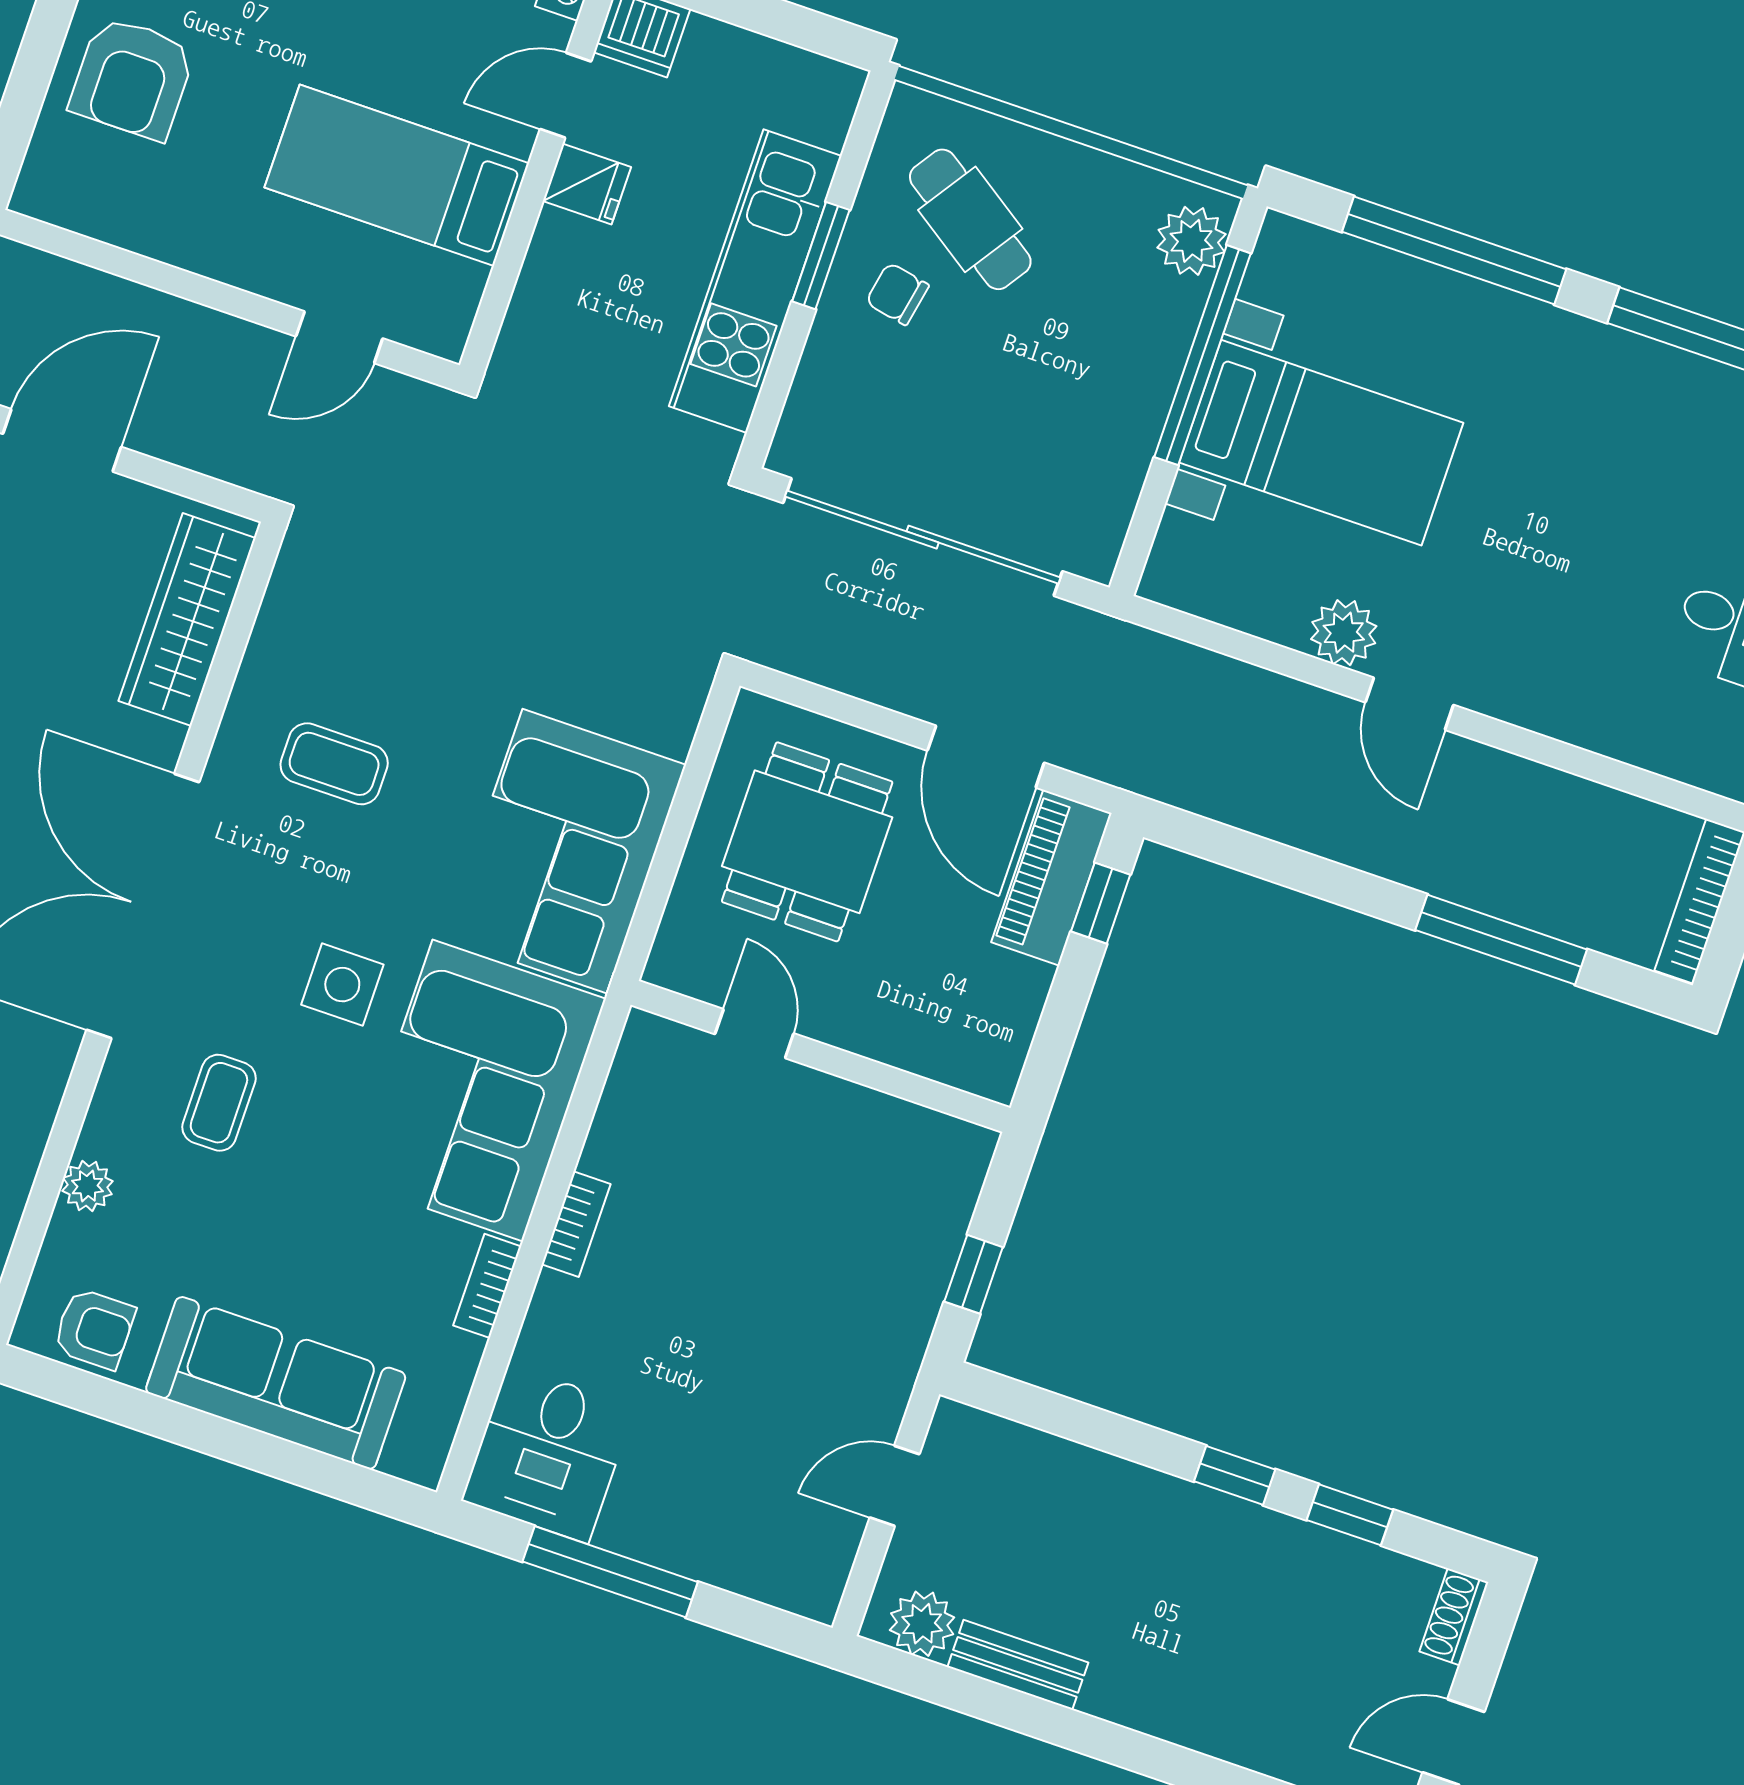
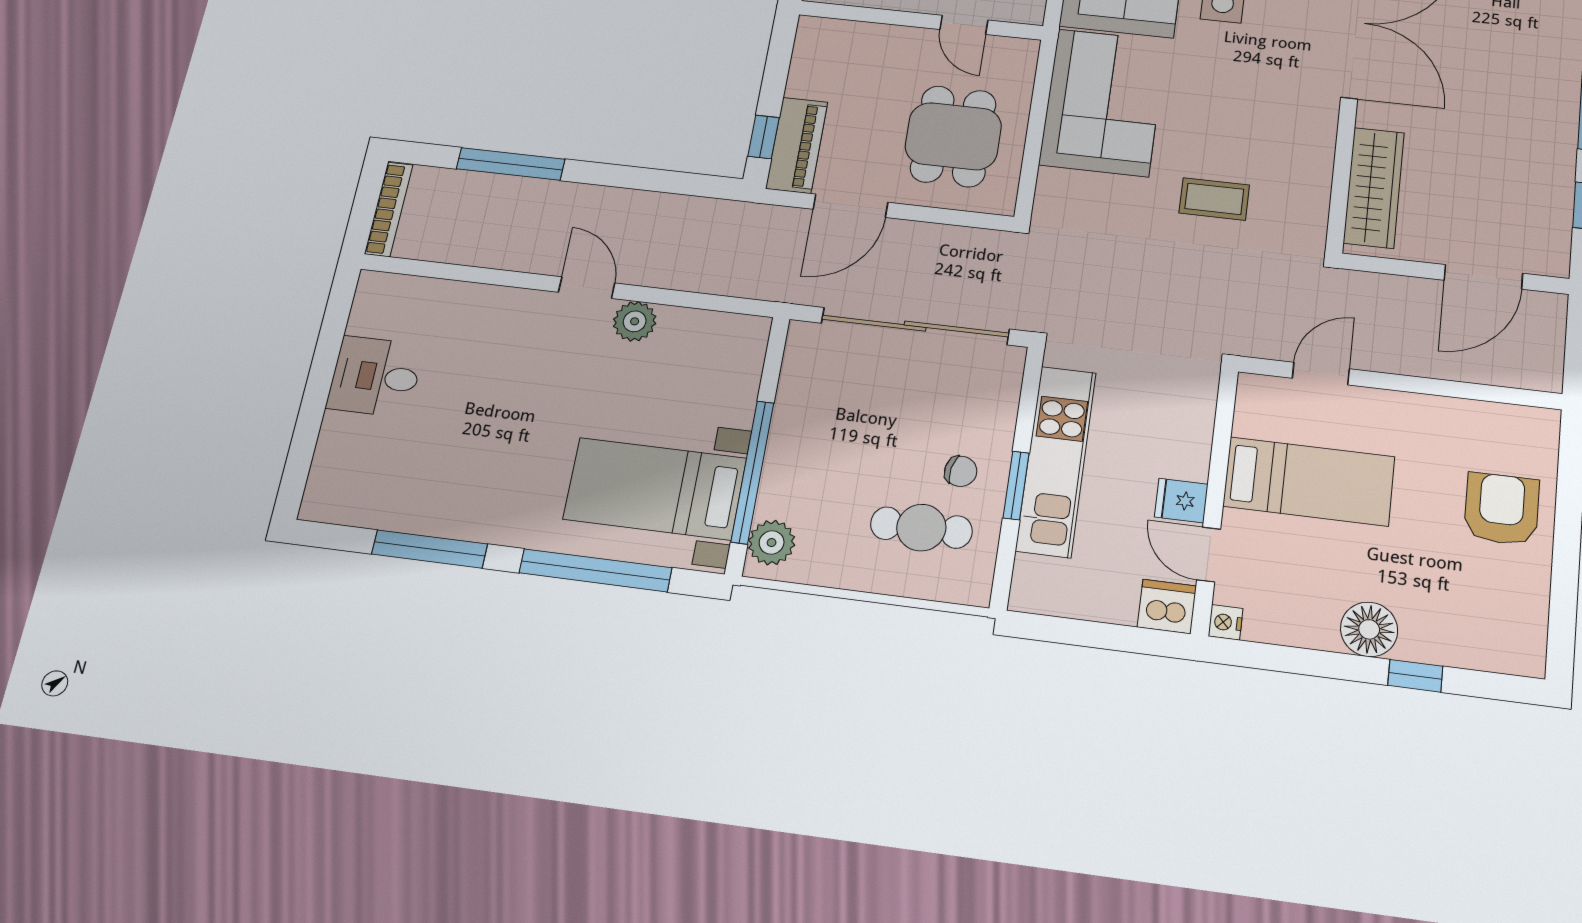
door: (566, 95) -> (1209, 555), swing flipped
cafe table: (970, 219) -> (921, 528), turned -34
bed with nightstands: (1321, 443) -> (655, 489), moved
door: (986, 757) -> (850, 206), swing flipped
coffee table: (334, 764) -> (1214, 199), moved

